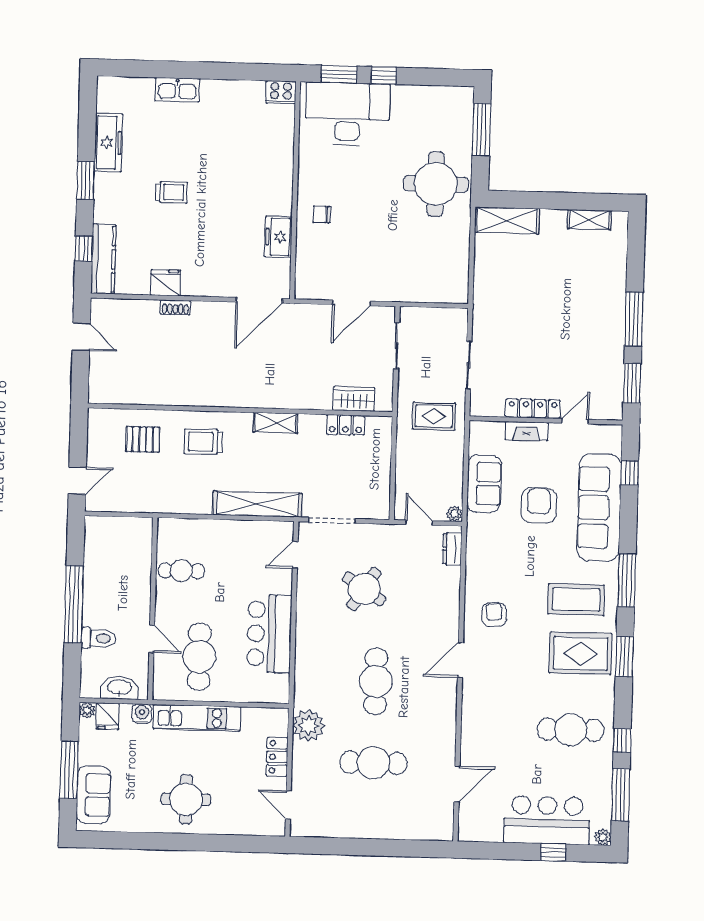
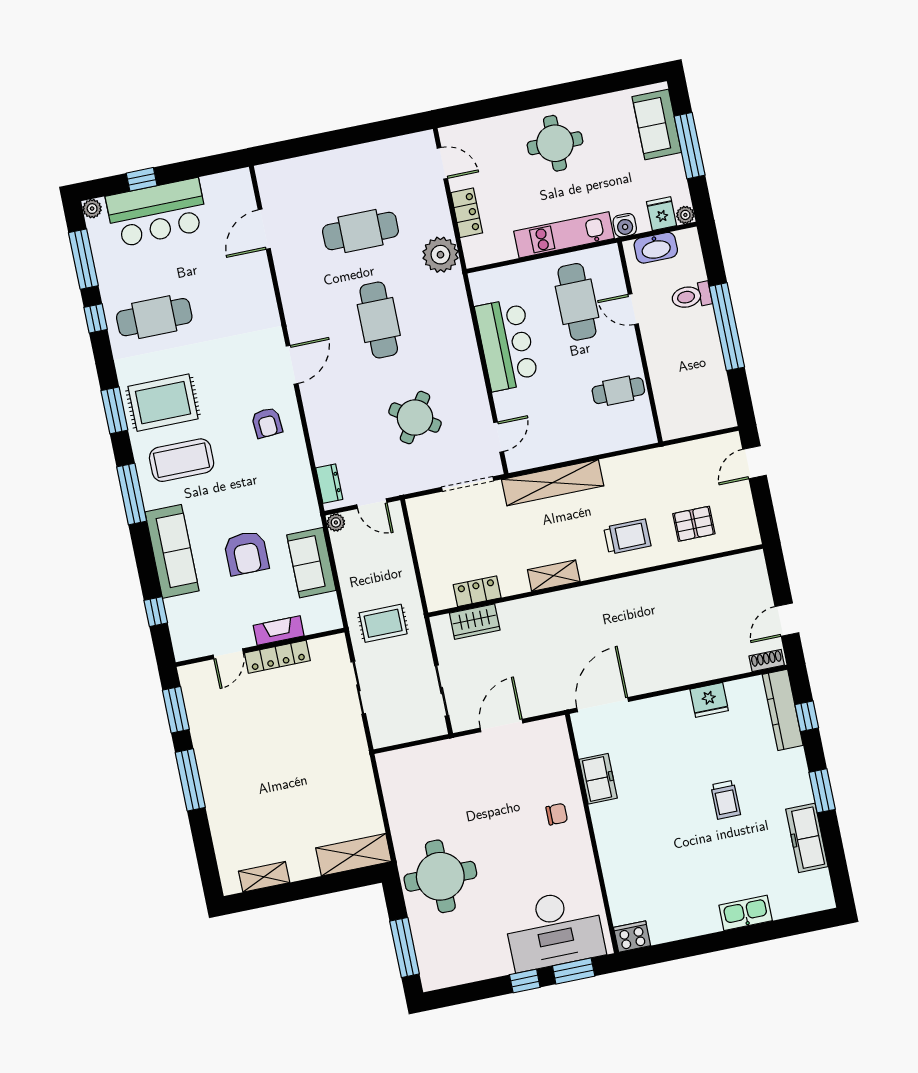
trolley: (172, 192) -> (726, 800), turned -90
shoe rack: (175, 307) -> (767, 661), moved
door: (81, 337) -> (787, 620), hinge flipped
sofa: (599, 508) -> (172, 551), width x0.74, depth x0.79

